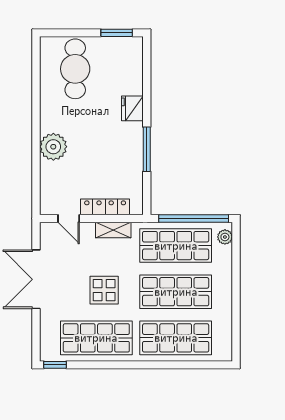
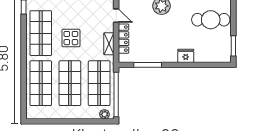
window: (147, 149) -> (148, 65), moved
door: (69, 219) -> (116, 16), swing flipped

